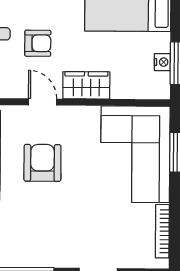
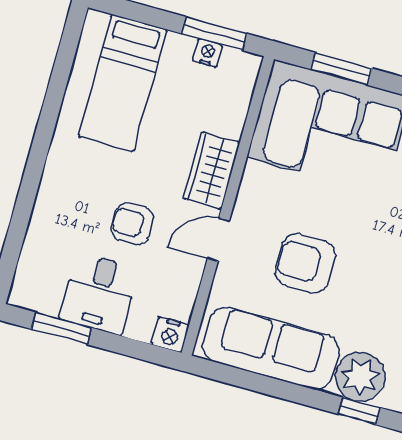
armchair: (38, 43) -> (133, 224), turned -90

